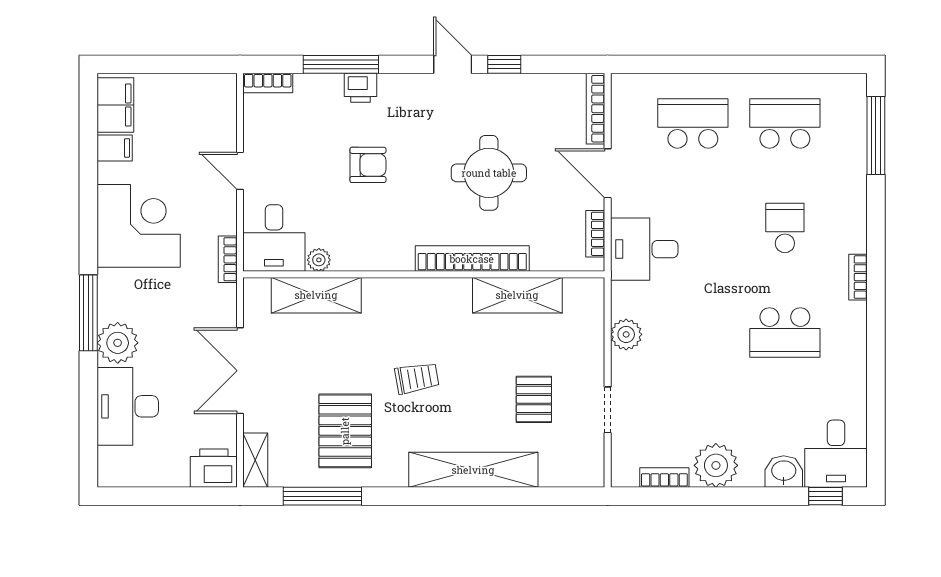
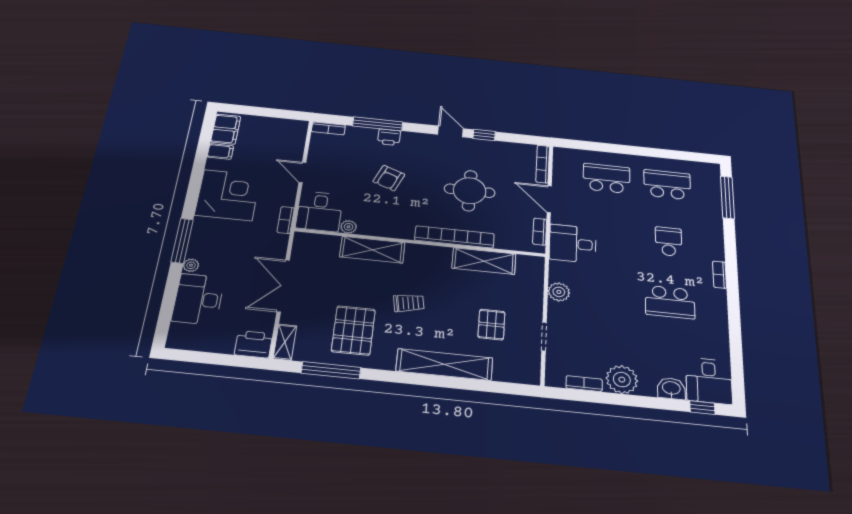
armchair: (368, 165) -> (389, 178), turned 112
shelving: (316, 295) -> (372, 250), moved
plant: (118, 343) -> (191, 265), width x0.53, depth x0.53

